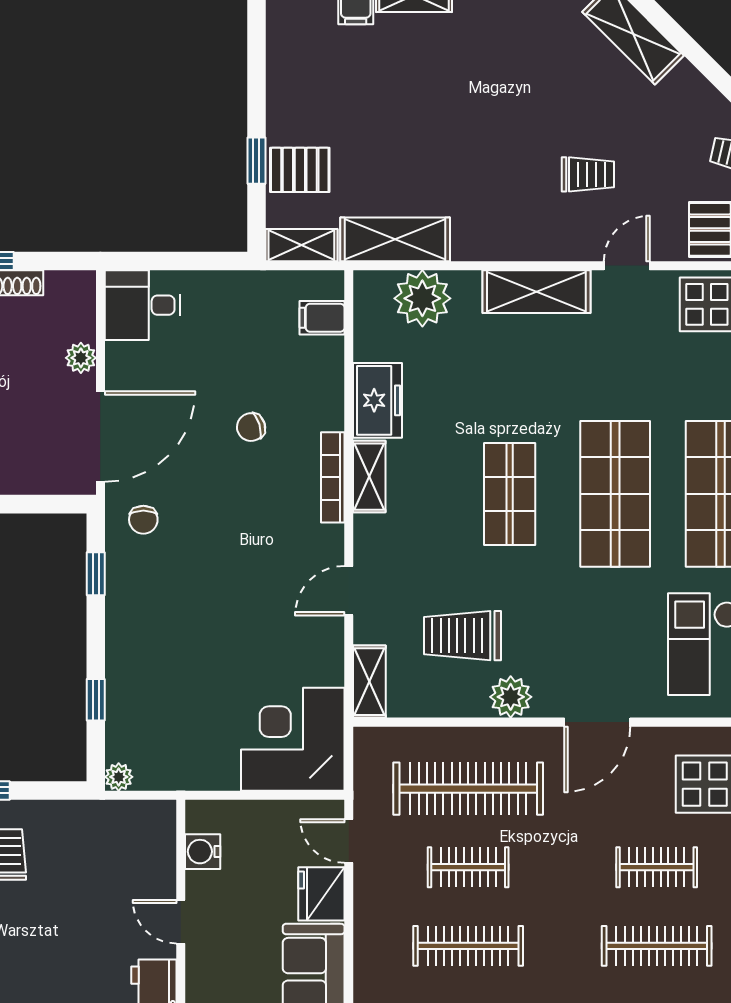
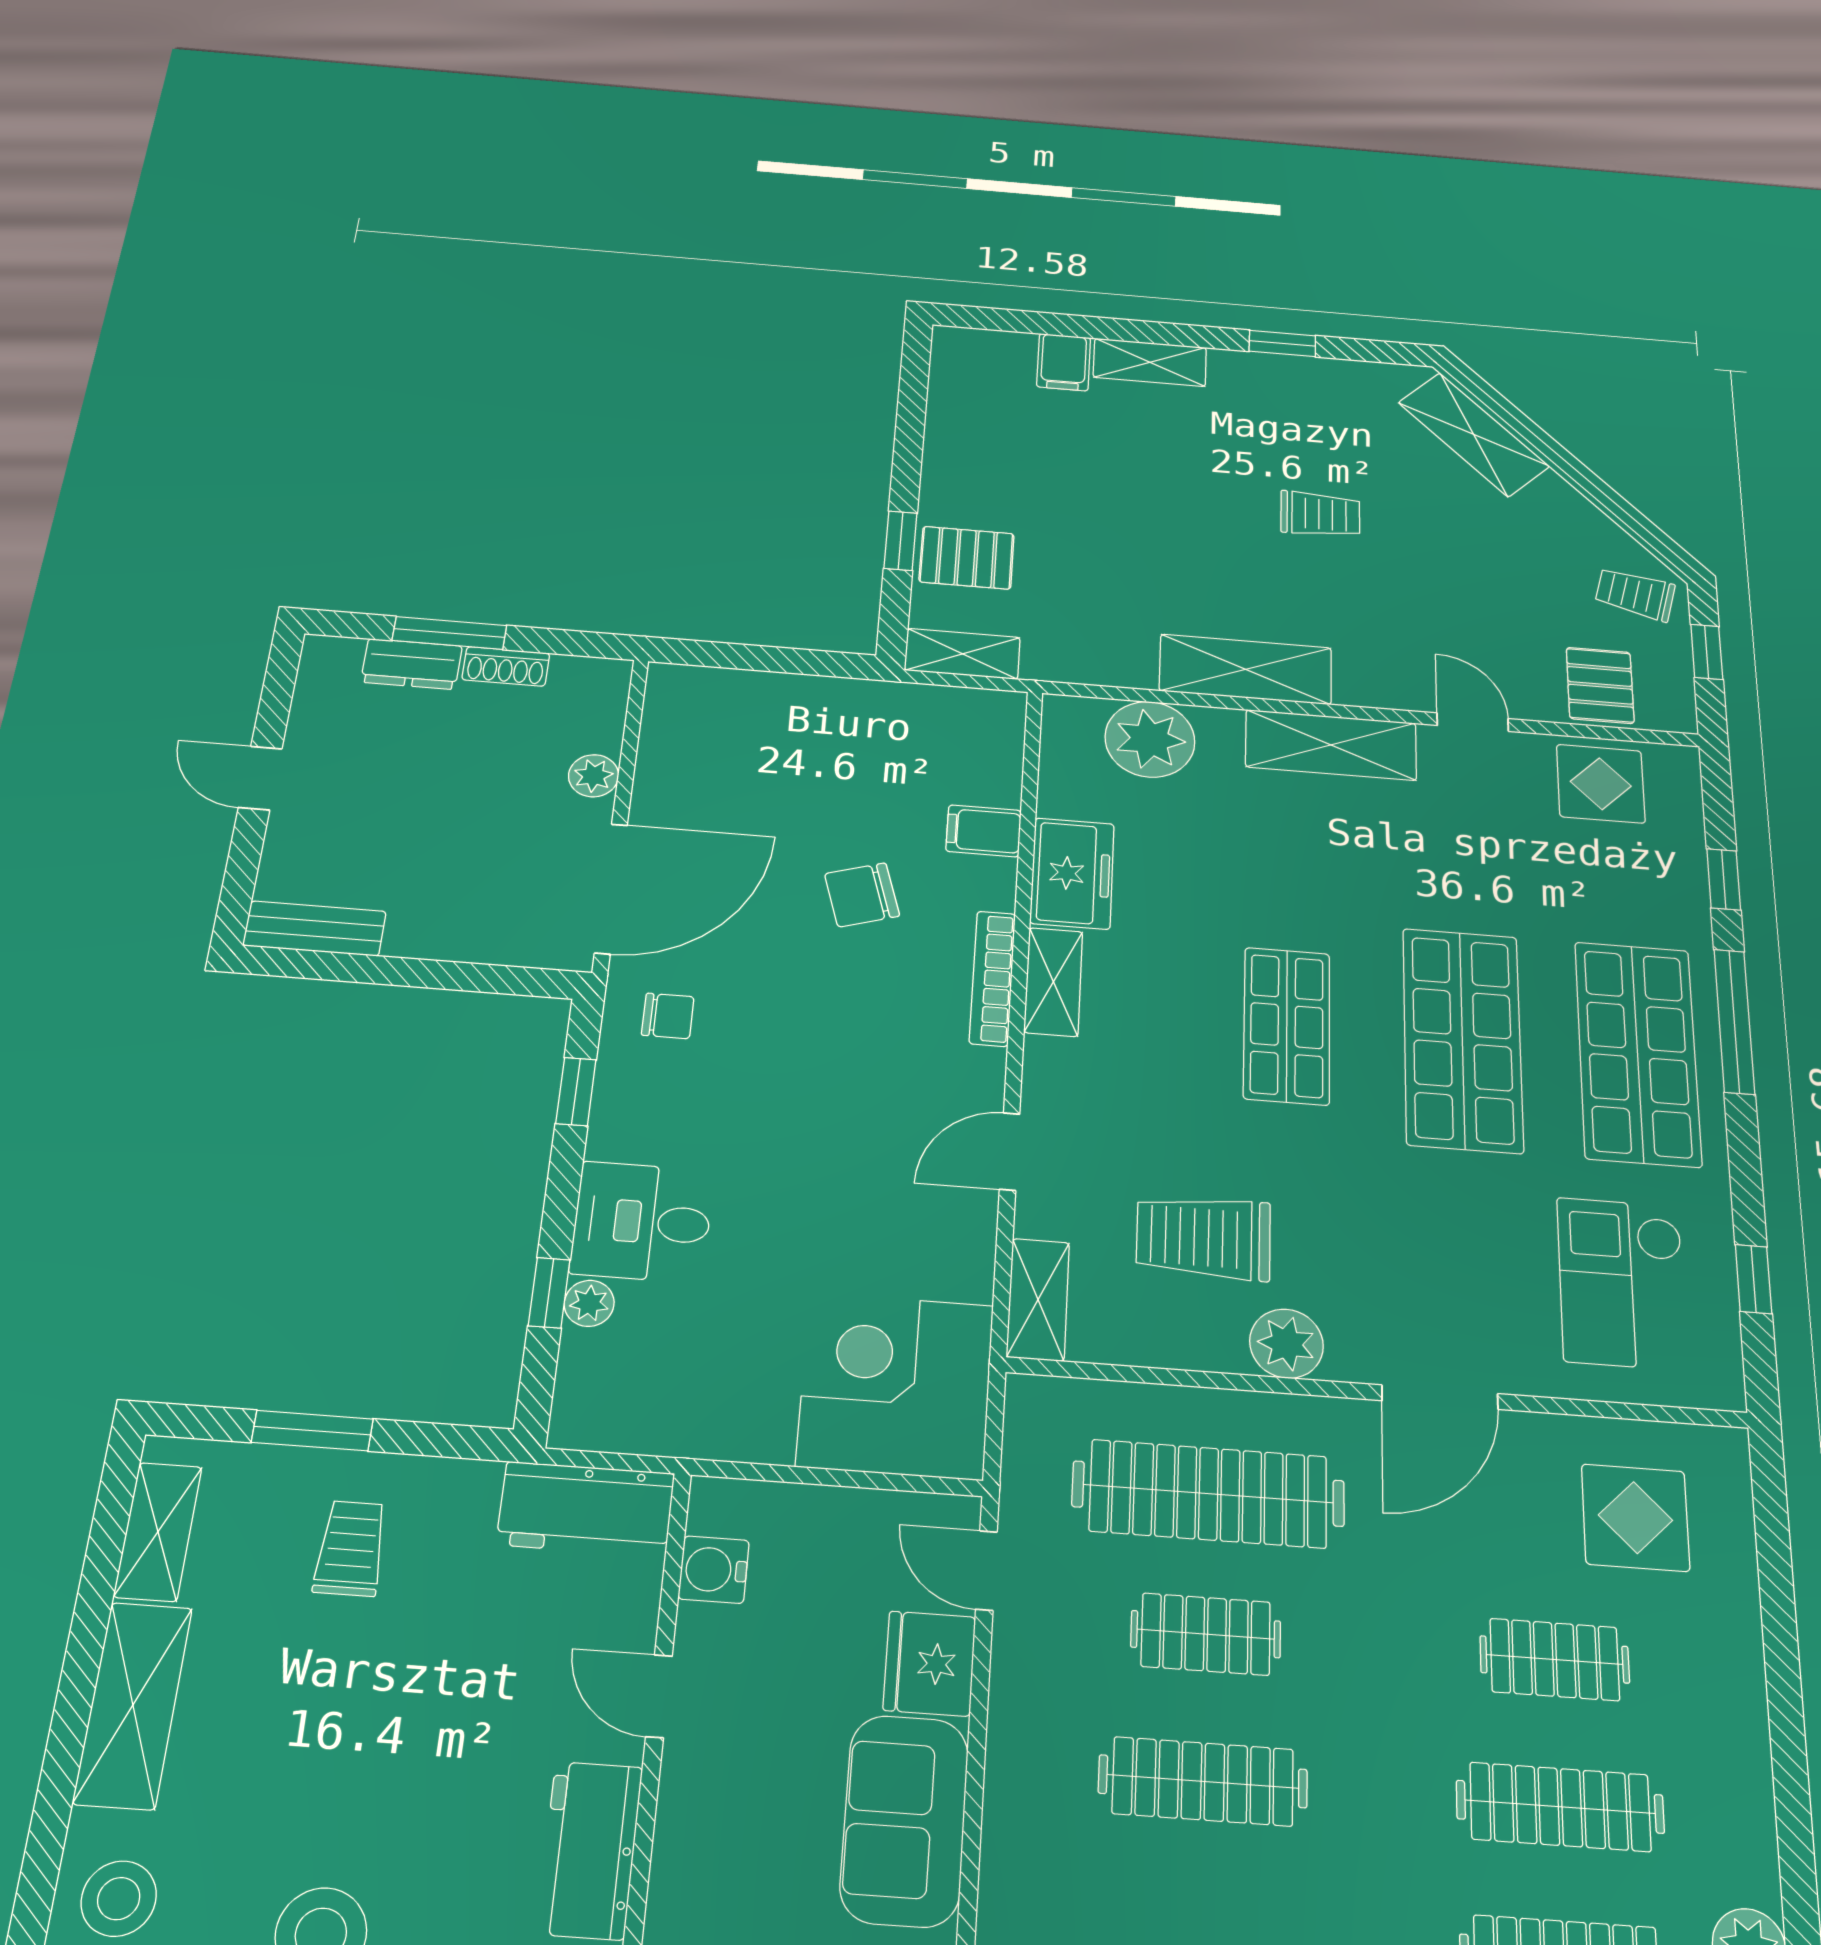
trolley: (588, 174) -> (1320, 514), moved
shelving: (395, 239) -> (1246, 669), moved
door: (627, 266) -> (1473, 722), hinge flipped
desk: (143, 305) -> (642, 1222), moved
filing cabinet: (322, 318) -> (984, 831), moved
chair: (251, 427) -> (862, 895), width x1.37, depth x1.37
chair: (143, 520) -> (668, 1016), turned -90
plant: (119, 777) -> (589, 1303), moved
workbench: (131, 823) -> (586, 1509), added

